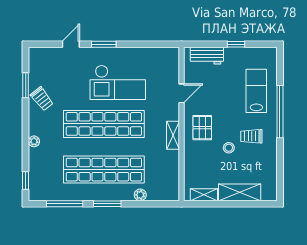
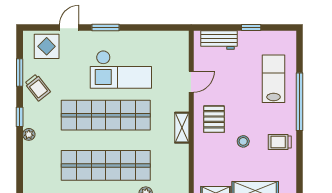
display table: (50, 61) -> (47, 46), added
trolley: (251, 136) -> (280, 142), moved
window: (26, 181) -> (20, 117), moved

